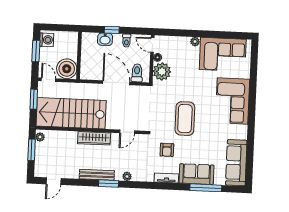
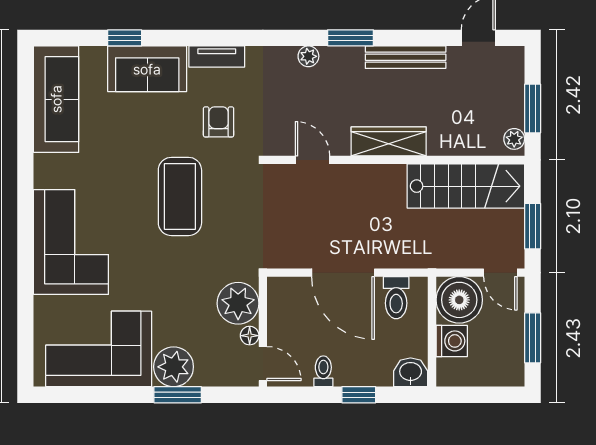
window: (190, 33) -> (178, 395), added
washbasin: (105, 39) -> (411, 372), moved
washing machine: (47, 40) -> (452, 341), moved, turned 180
plant: (195, 42) -> (174, 367), width x1.88, depth x1.88
toilet: (137, 73) -> (396, 298), moved
stairs: (71, 113) -> (466, 186), width x0.73, depth x0.66
door: (127, 132) -> (313, 160), hinge flipped
bench: (97, 175) -> (406, 57), moved
window: (206, 188) -> (125, 38), width x0.46

